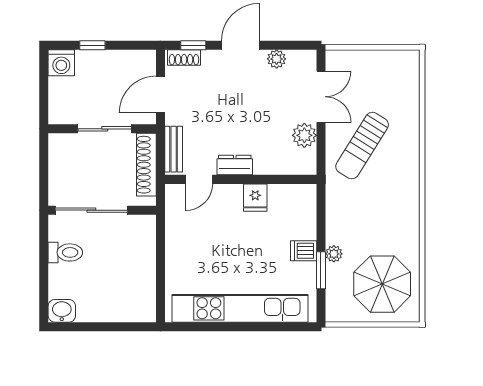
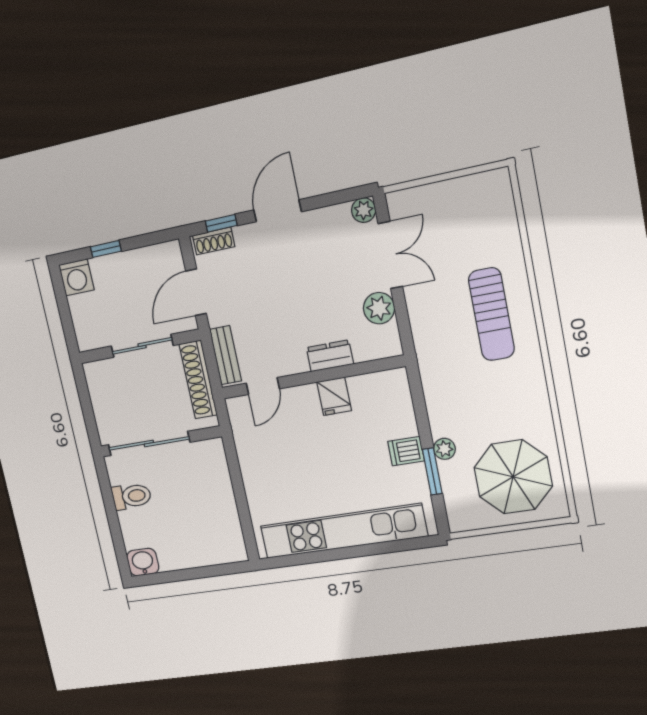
plant: (277, 59) -> (364, 210), moved
sun lounger: (362, 146) -> (491, 314), moved, turned -32
dresser: (235, 165) -> (330, 356), moved

